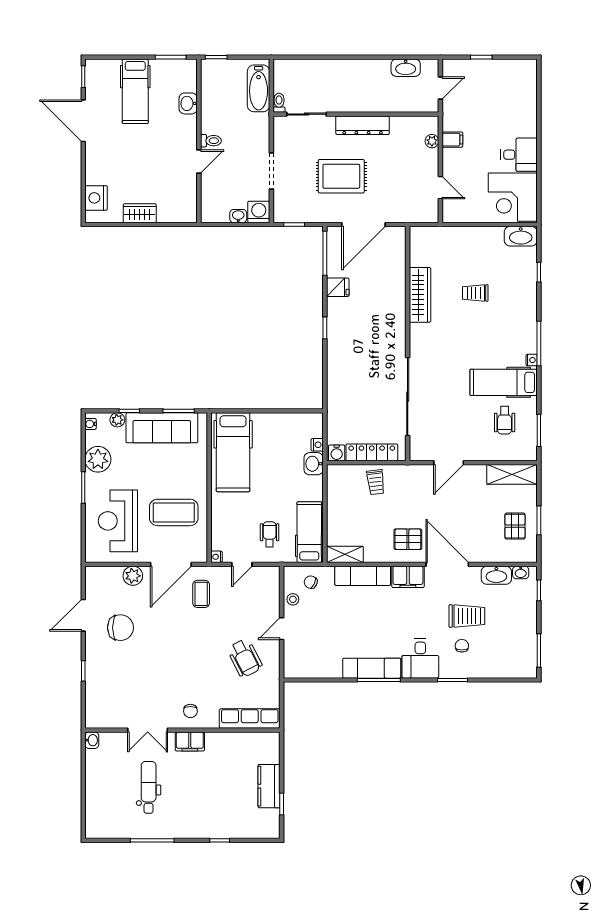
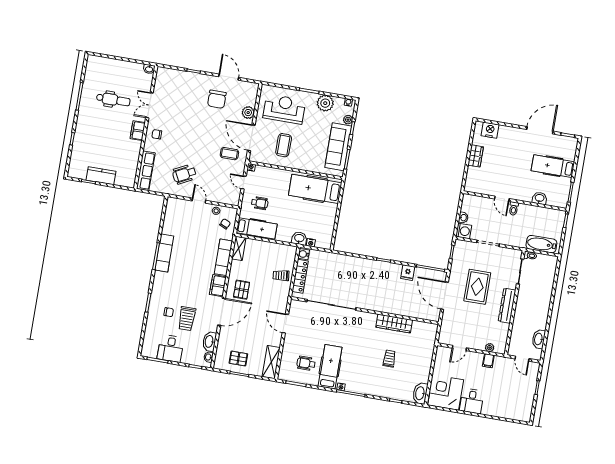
coffee table: (174, 512) -> (284, 145), width x0.73, depth x0.76
desk: (420, 659) -> (171, 348), moved, turned -90

